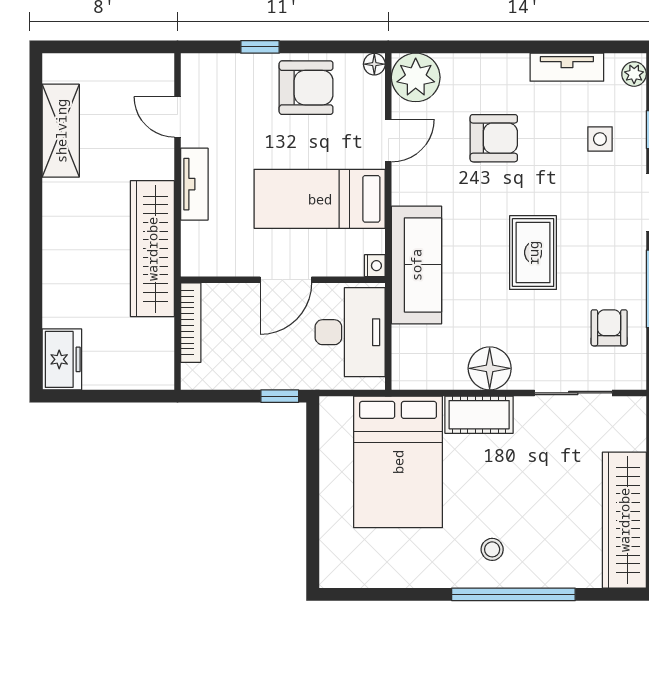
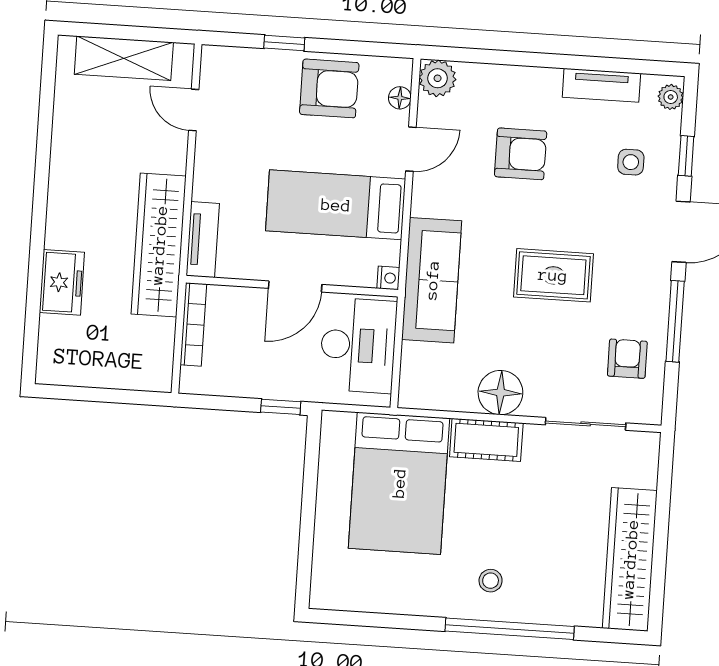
floor lamp: (374, 64) -> (400, 98), moved
plant: (416, 77) -> (438, 78), width x0.73, depth x0.73
shelving: (61, 131) -> (124, 58), moved, turned 90
tv unit: (194, 184) -> (203, 240), moved
rug: (533, 253) -> (553, 275), turned 90
freezer: (62, 359) -> (62, 282), moved

